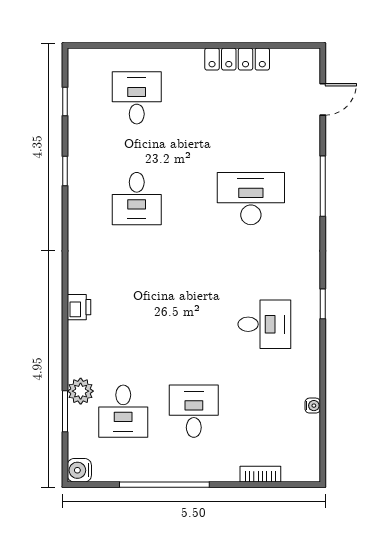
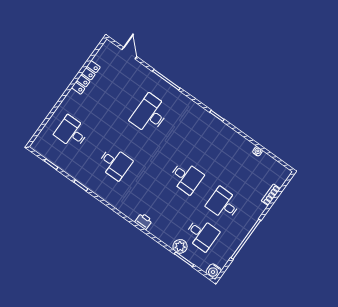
desk: (264, 324) -> (186, 177), moved, turned 90

